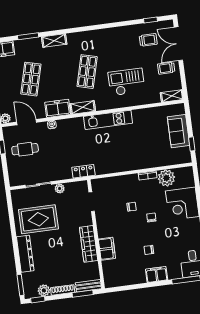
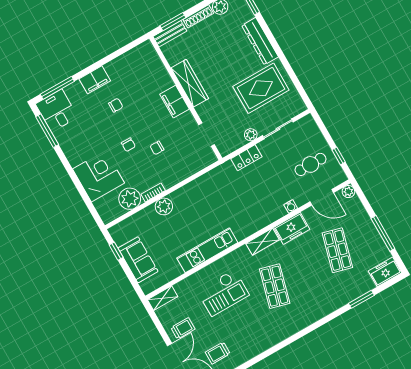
shelving: (54, 41) -> (328, 307), removed
kitchen unit: (108, 120) -> (207, 250), moved
plant: (144, 162) -> (164, 206), added
locker: (83, 171) -> (246, 158), moved
filing cabinet: (107, 249) -> (174, 102), moved

